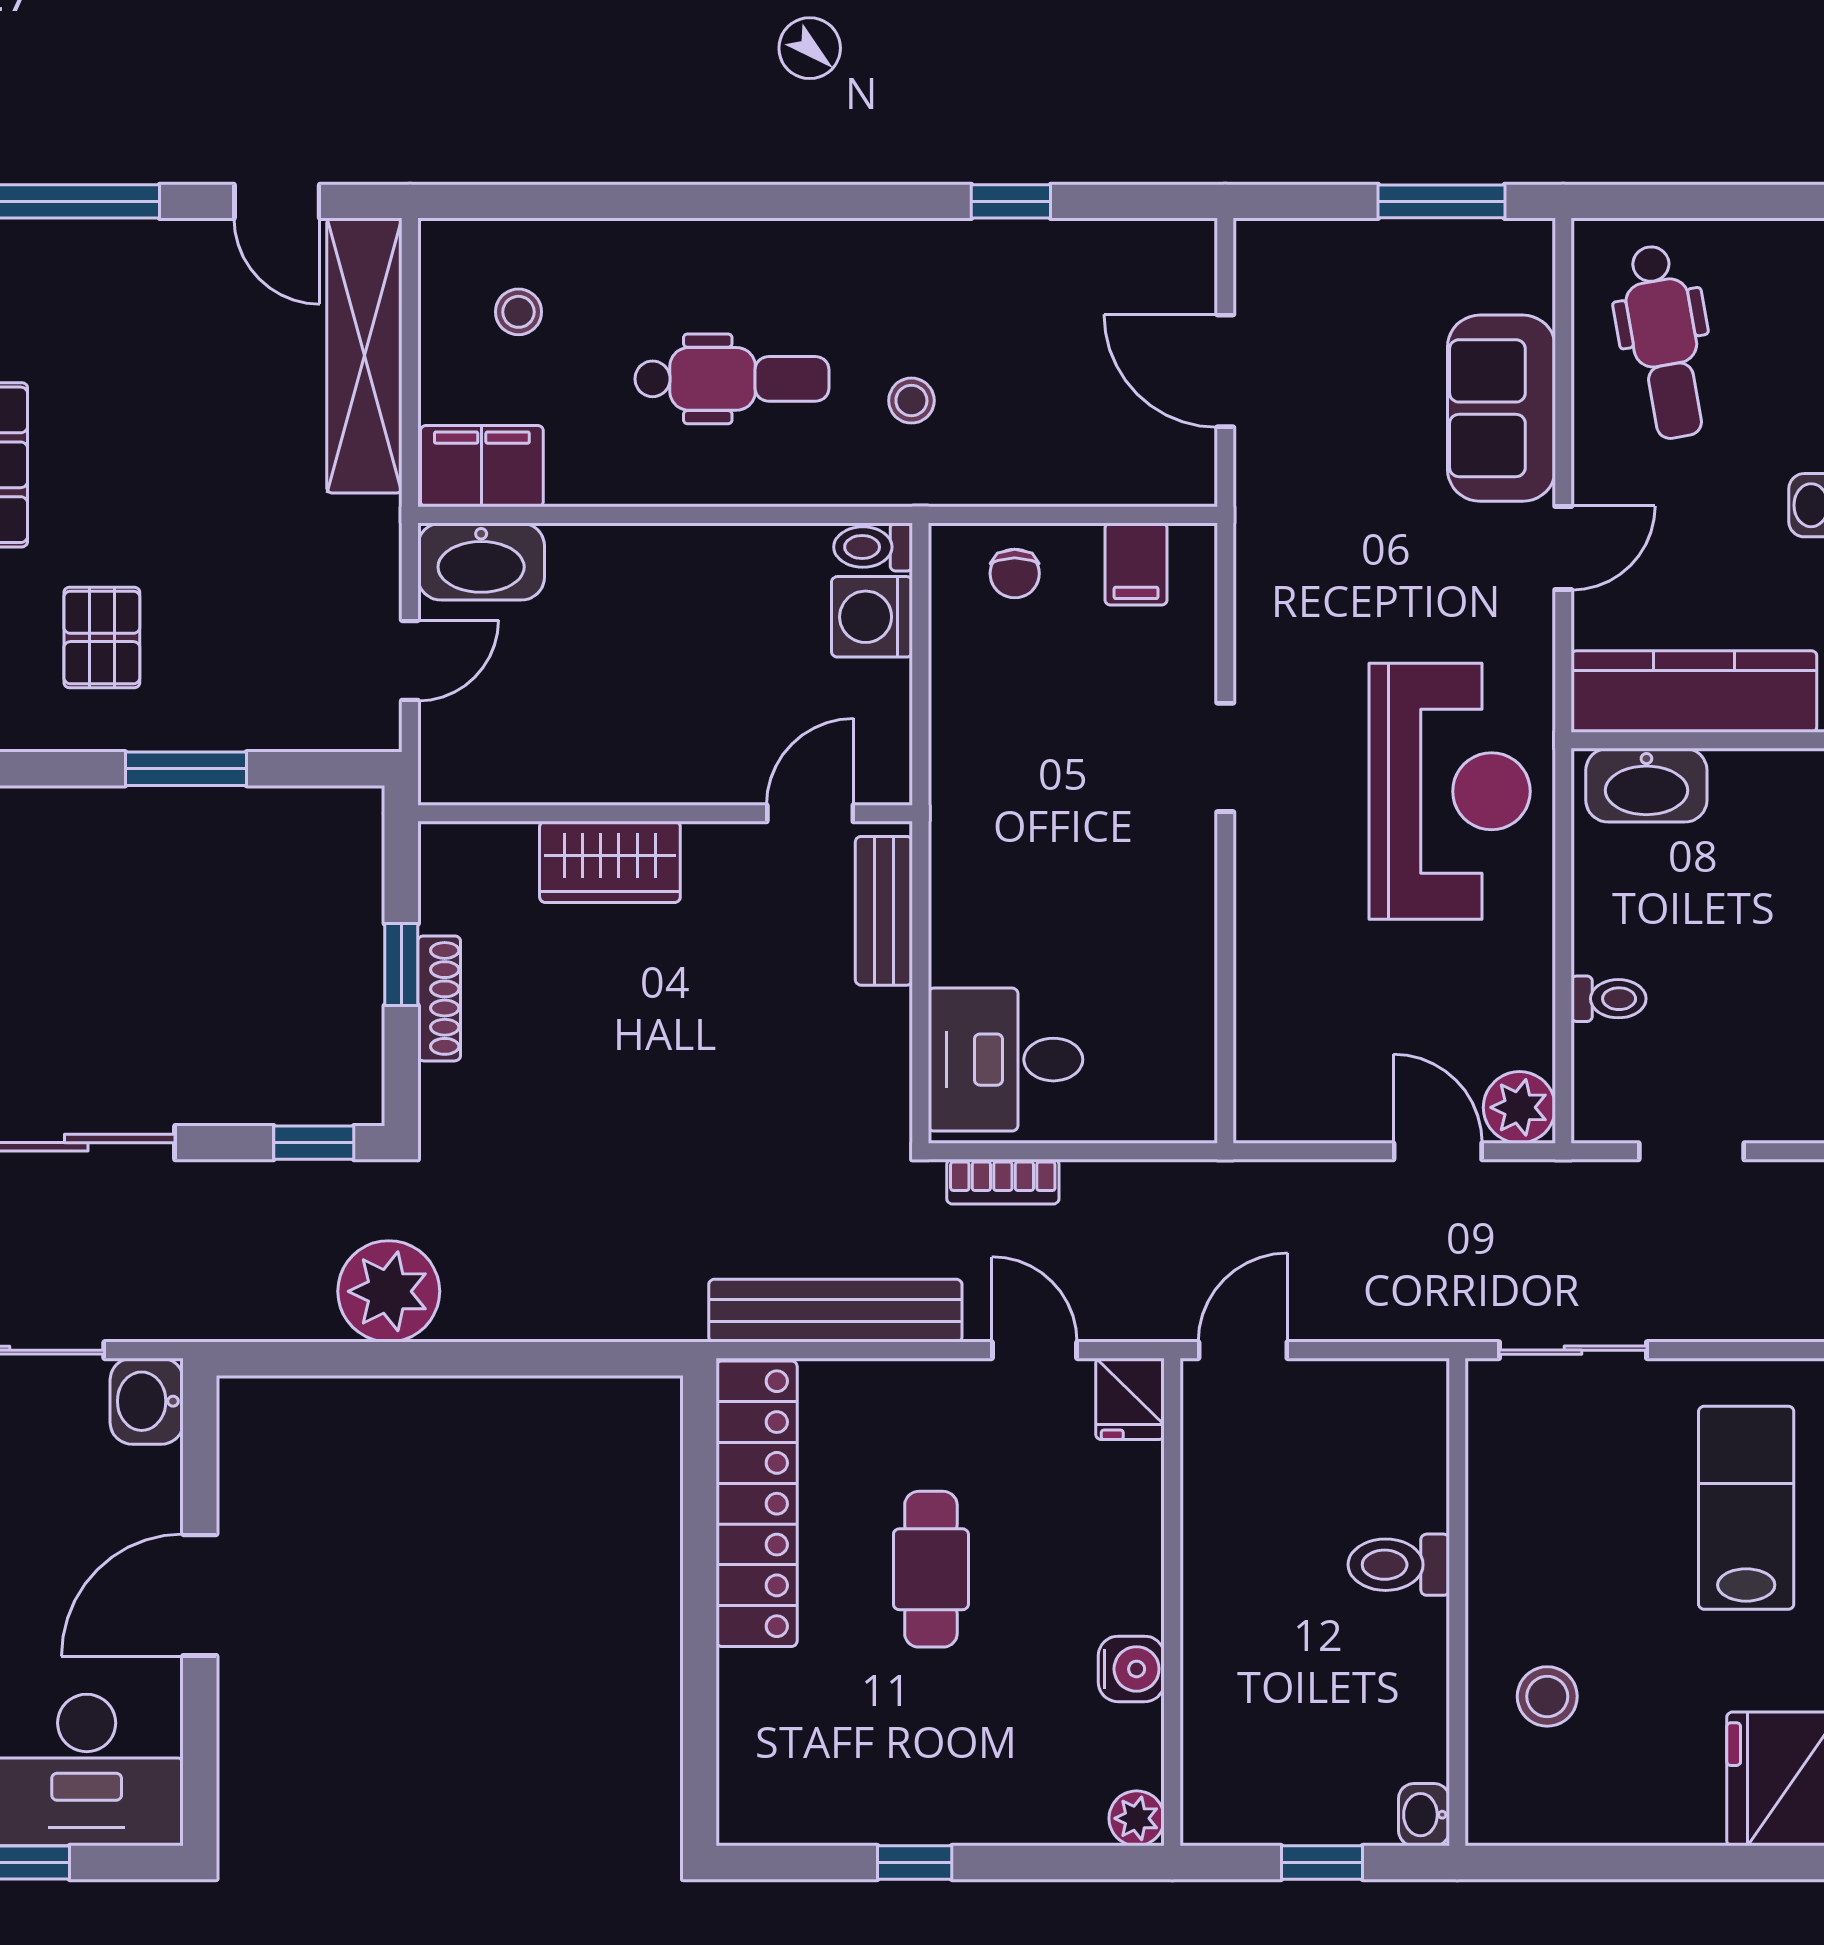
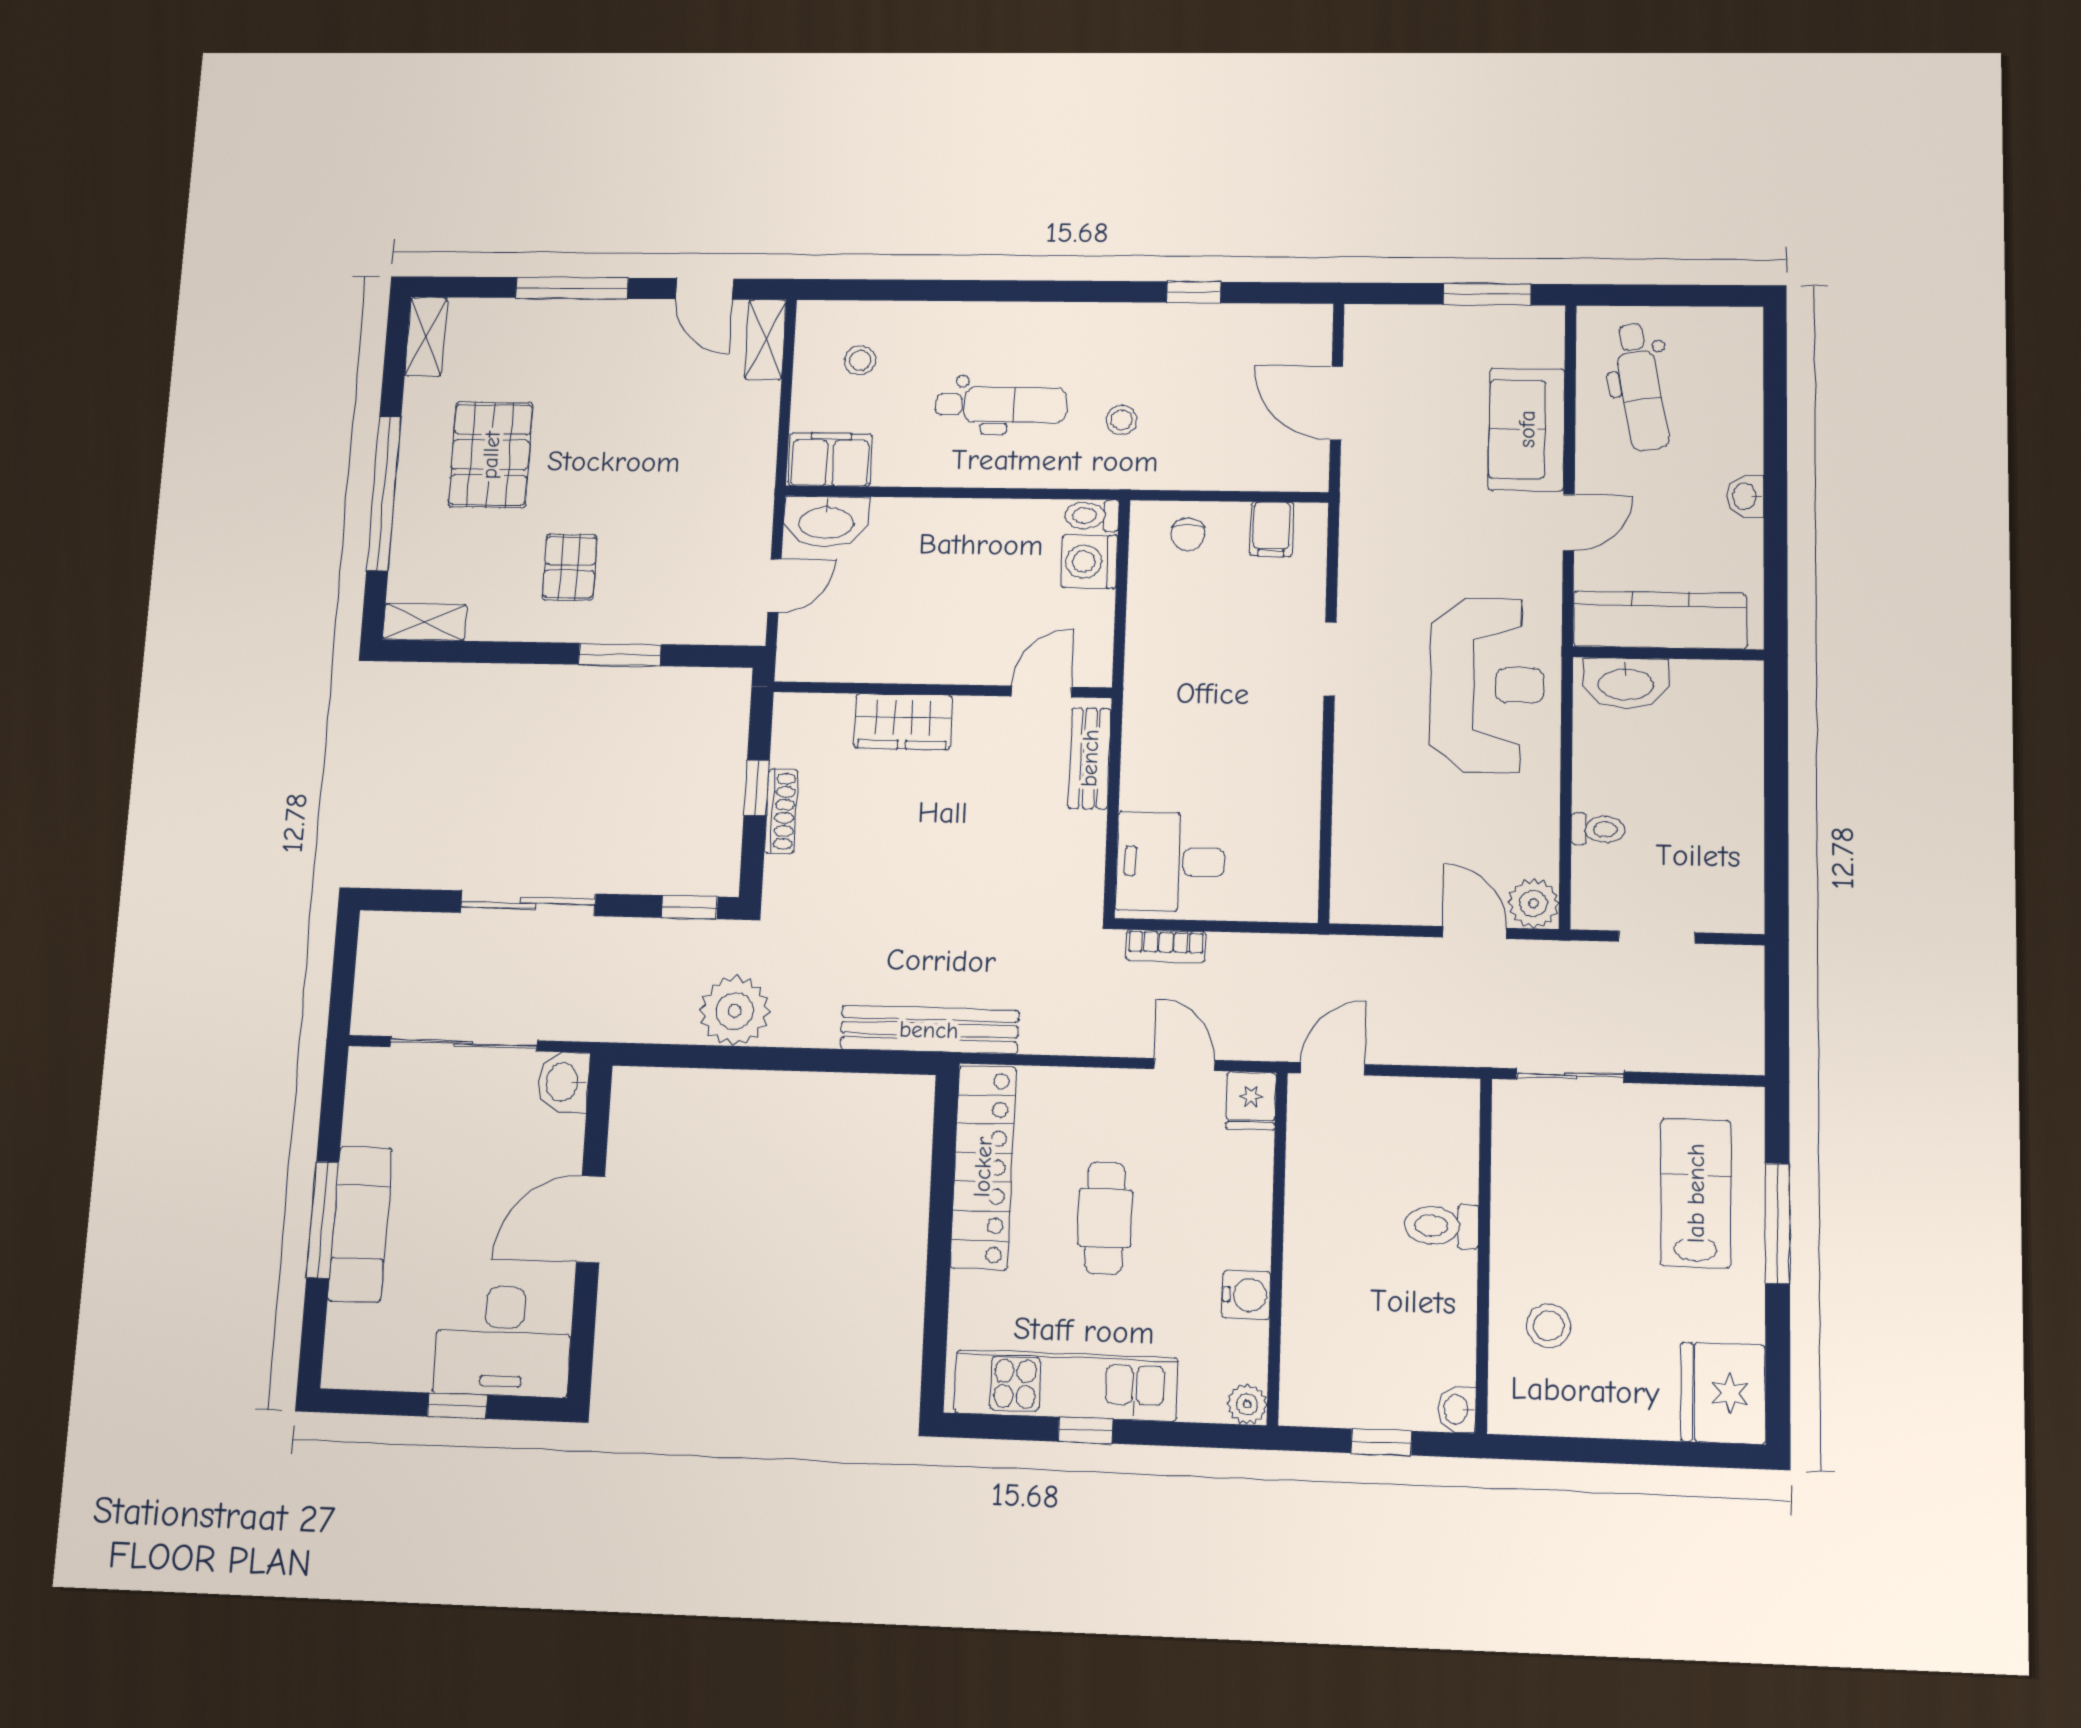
shelving: (364, 356) -> (765, 340), width x0.45, depth x0.75
bench: (835, 1311) -> (929, 1030), moved
kitchen unit: (885, 1802) -> (1066, 1386), added

